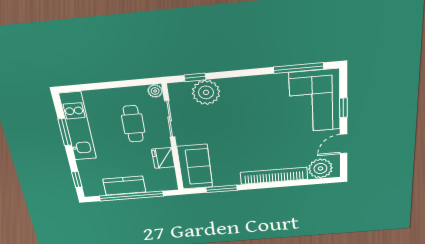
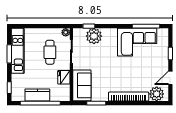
corner sofa: (315, 101) -> (137, 42), moved, turned -90

